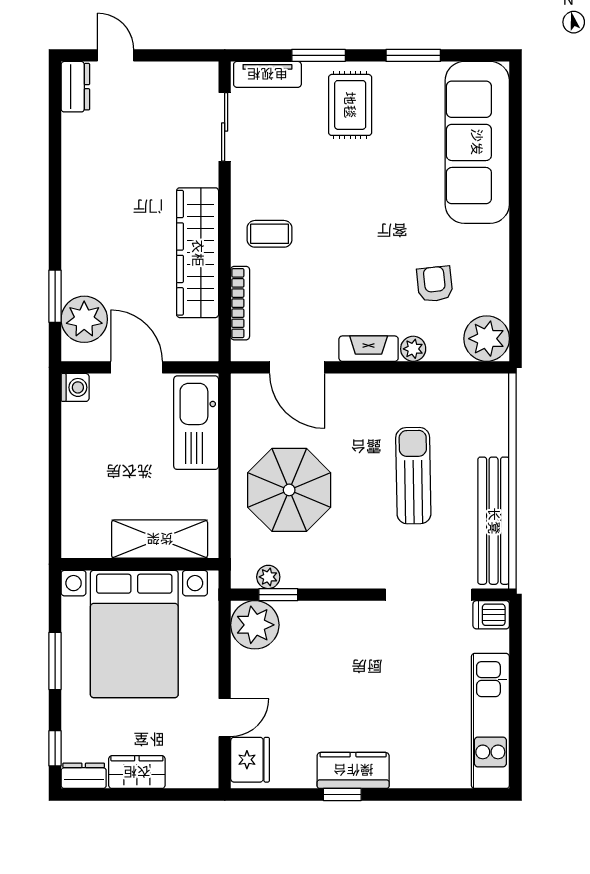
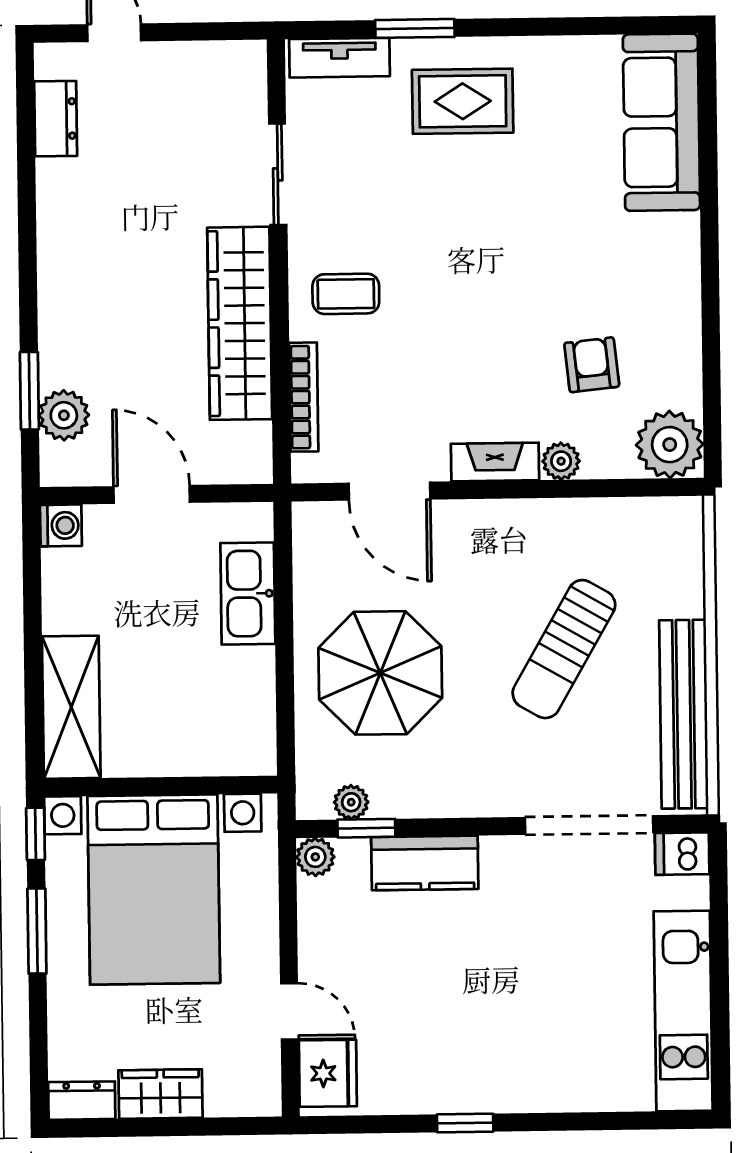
window: (413, 55) -> (555, 27), removed
dresser: (75, 87) -> (56, 119), moved
rug: (350, 105) -> (463, 101), turned 90
sliding door: (225, 127) -> (278, 174), moved
sofa: (477, 142) -> (661, 122), width x0.74, depth x0.79
plant: (84, 319) -> (64, 415), width x0.73, depth x0.73
kitchen sink: (196, 423) -> (248, 593), width x0.73, depth x0.81
sun lounger: (413, 476) -> (564, 649), turned -149
shelving: (160, 539) -> (71, 707), moved, turned 90
plant: (255, 625) -> (315, 857), width x0.53, depth x0.53
door: (225, 718) -> (289, 1011), hinge flipped
window: (55, 748) -> (36, 834), moved
kitchen counter: (353, 770) -> (425, 863), moved, turned 180

